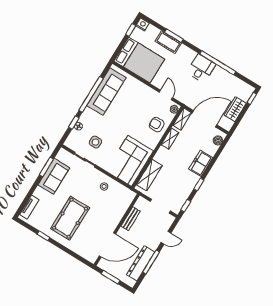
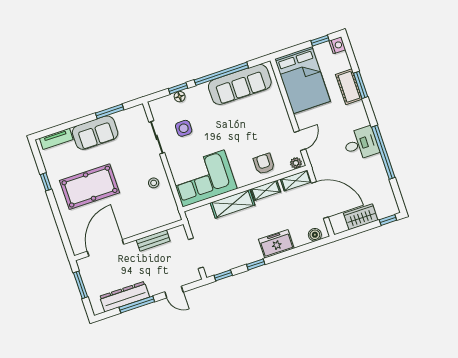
shelving: (149, 175) -> (233, 204), moved
sofa: (54, 176) -> (95, 133), moved
door: (107, 245) -> (106, 248), swing flipped

